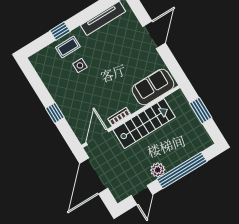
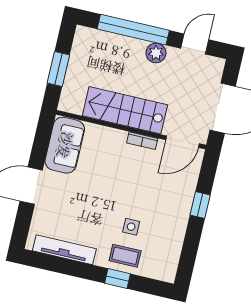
sofa: (153, 87) -> (65, 145), moved, turned -90

